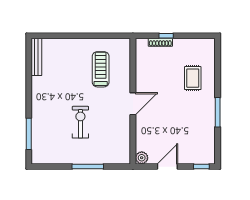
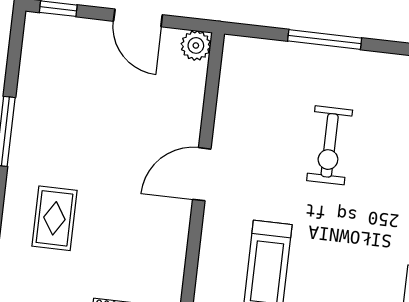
door: (167, 167) -> (138, 18), hinge flipped

